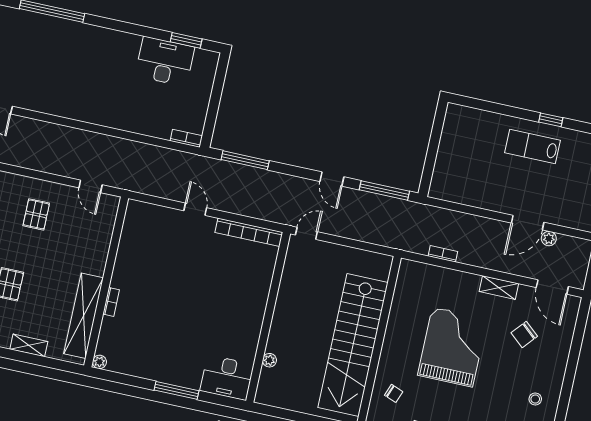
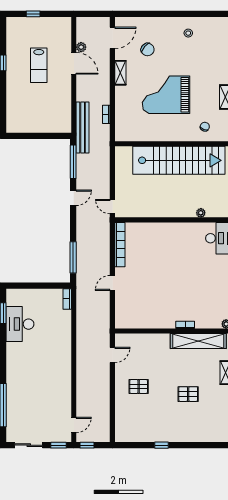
lab bench: (532, 147) -> (39, 65), moved
bench: (431, 215) -> (83, 127), added

